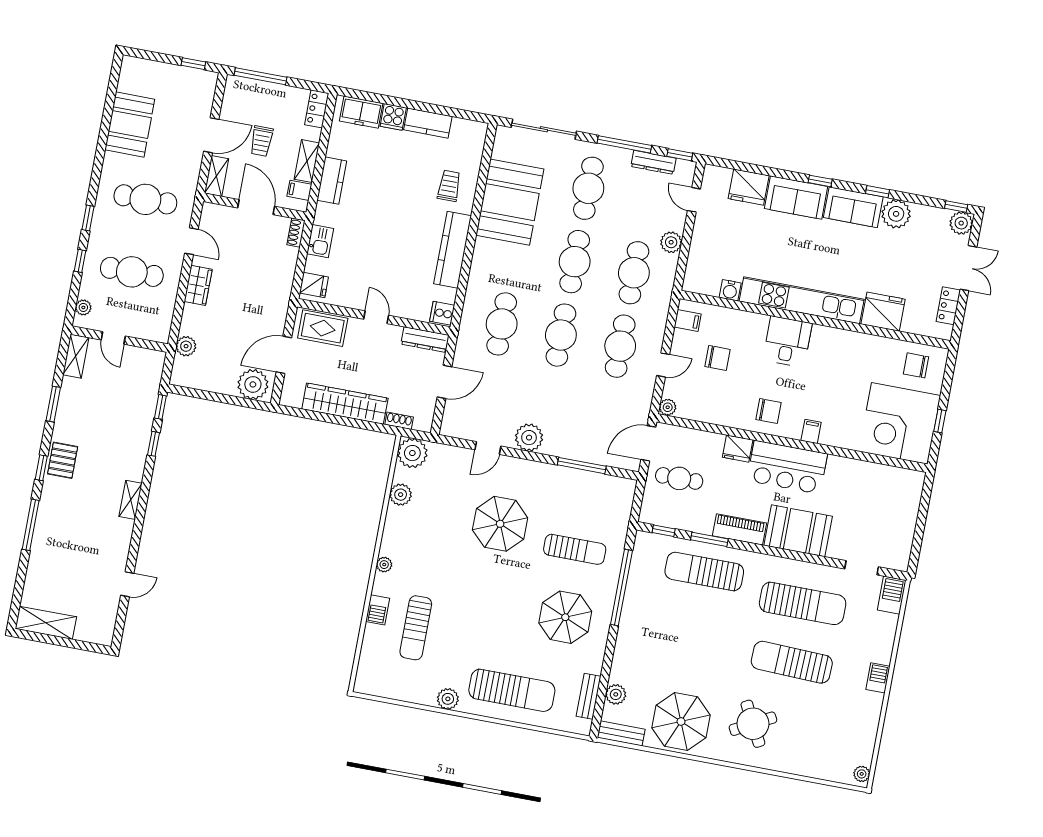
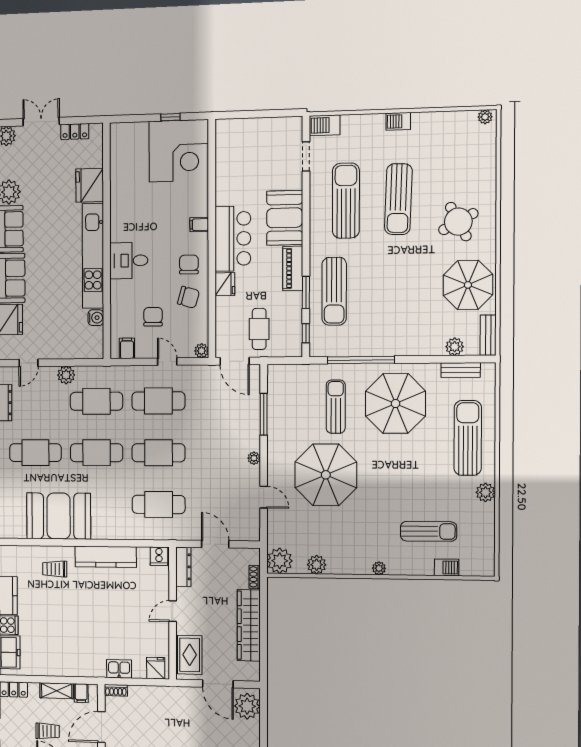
kitchen counter: (332, 181) -> (68, 667), removed
chair: (916, 365) -> (188, 297), moved, turned -74
plant: (529, 438) -> (254, 458), width x0.53, depth x0.53
parasol: (500, 524) -> (326, 475), width x1.36, depth x1.36
barbecue: (378, 610) -> (447, 567), moved
parasol: (565, 617) -> (395, 404), width x1.36, depth x1.36

